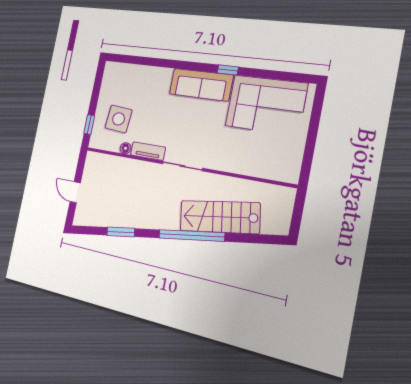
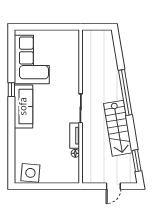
side table: (119, 119) -> (30, 173), moved
window: (89, 125) -> (63, 186), removed
stairs: (220, 217) -> (118, 128), moved
window: (121, 232) -> (137, 161), moved

